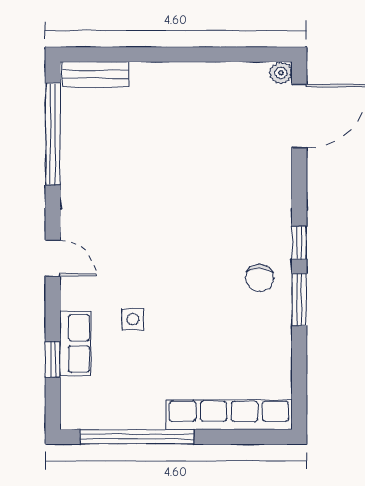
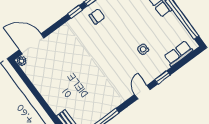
row of seats: (75, 343) -> (178, 53), moved
window: (53, 359) -> (162, 77), moved

